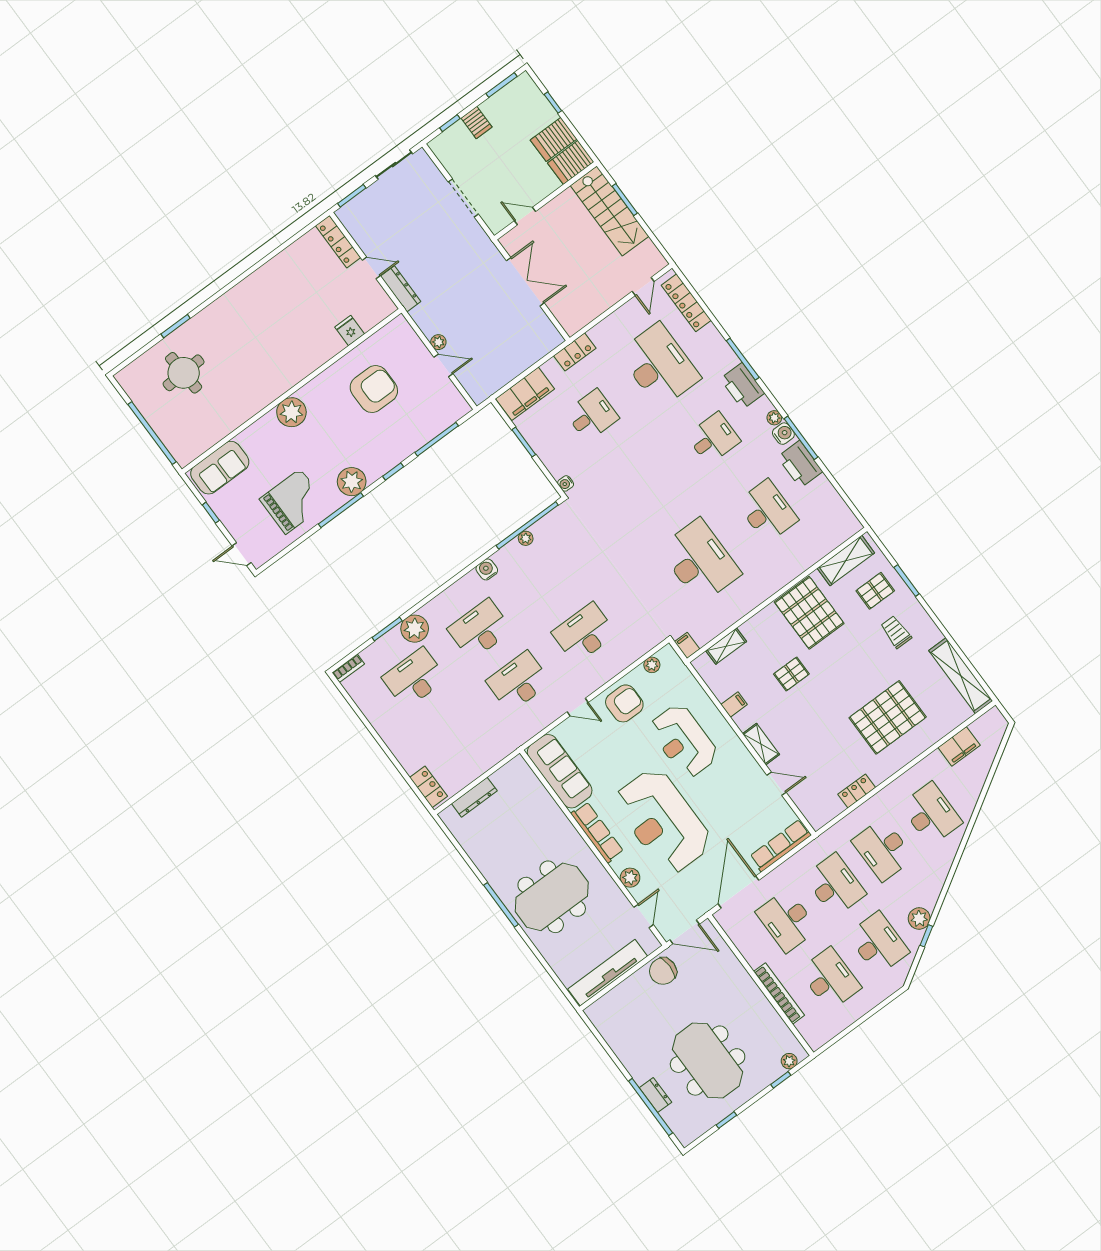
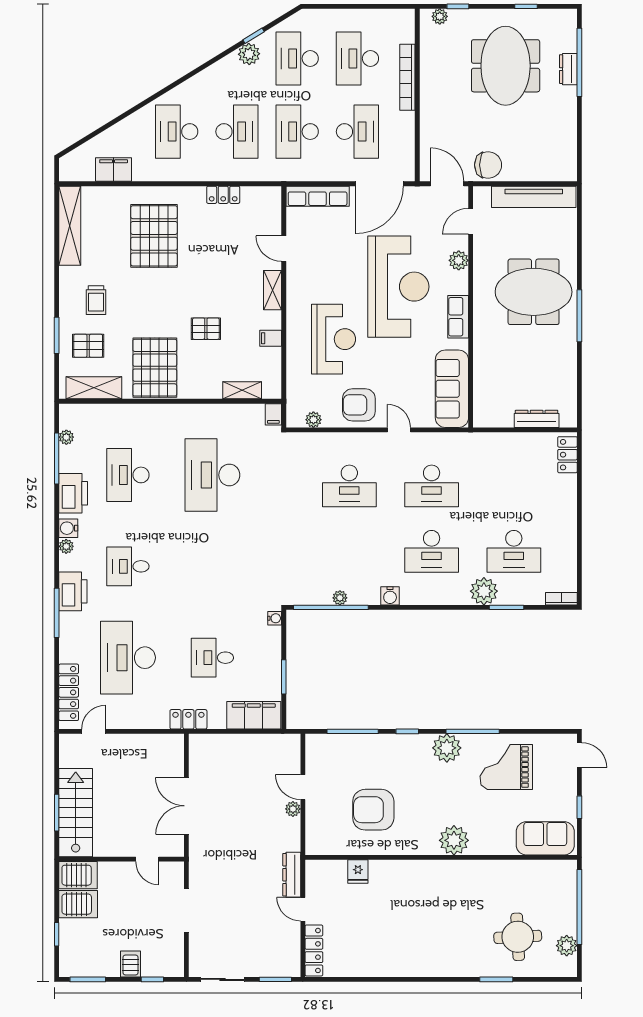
plant: (139, 395) -> (567, 946), added
window: (801, 438) -> (57, 459), moved
plant: (839, 505) -> (66, 437), added
pallet: (888, 717) -> (154, 236), turned 90
row of seats: (597, 832) -> (458, 317), width x0.68

